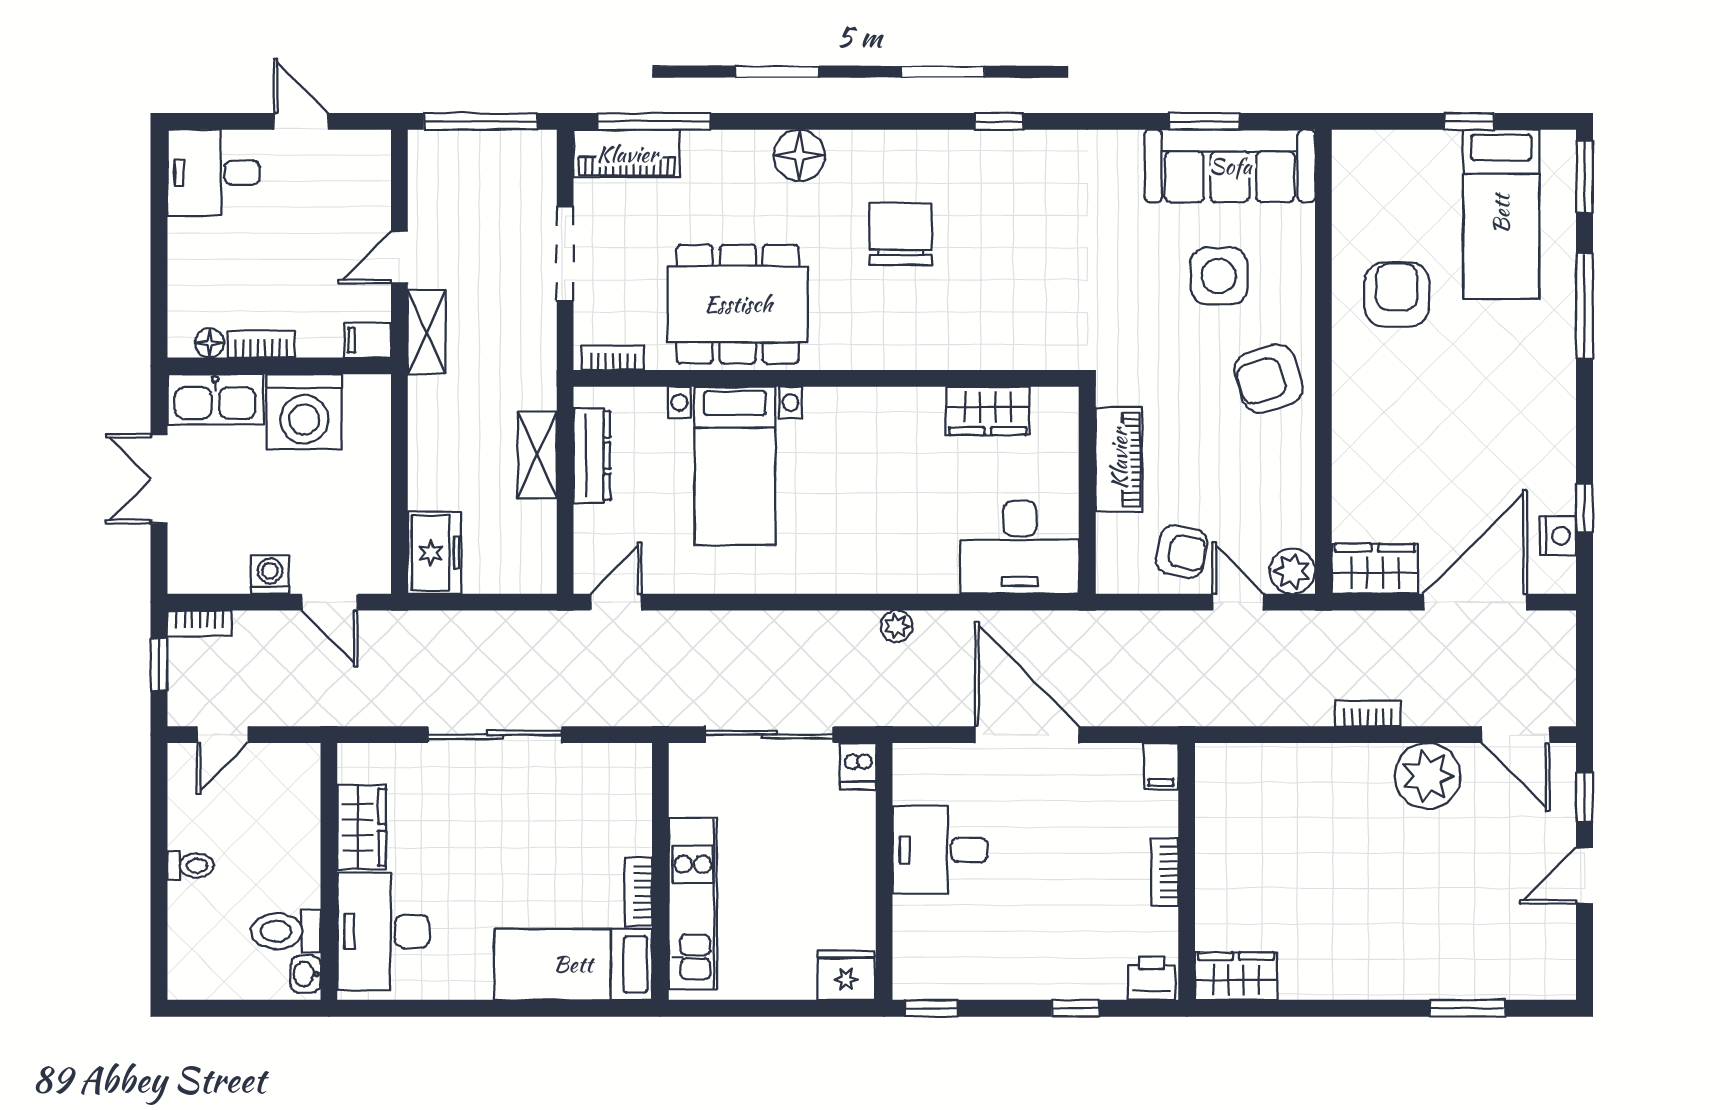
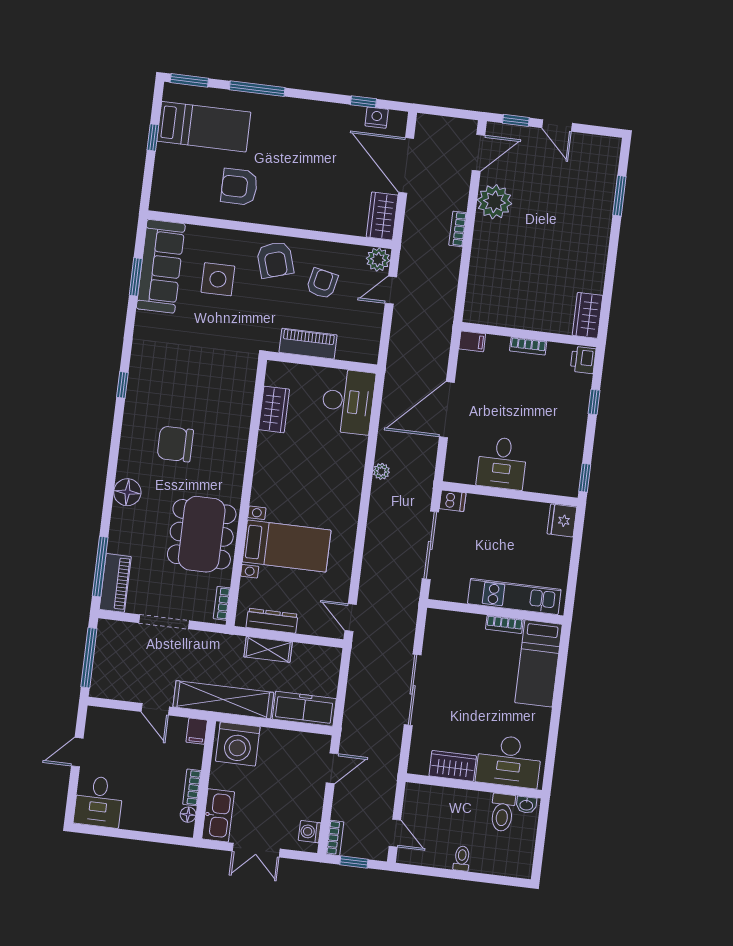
shelving: (427, 332) -> (223, 700), width x2.20, depth x1.33
washing machine: (304, 412) -> (238, 744), moved, turned 90
armchair: (1182, 552) -> (322, 284), moved
freezer: (434, 553) -> (304, 709), width x1.40
washing machine: (270, 575) -> (310, 832), moved

